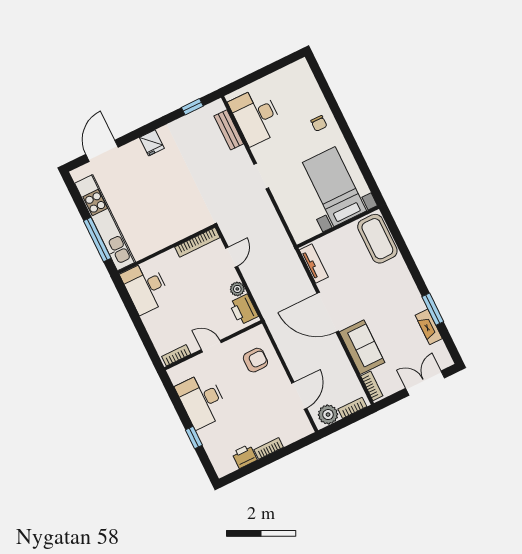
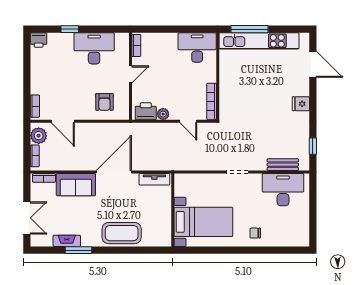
coffee table: (377, 239) -> (122, 233), moved
bookcase: (269, 448) -> (35, 106), moved
printer: (244, 456) -> (39, 40), moved, turned 90

